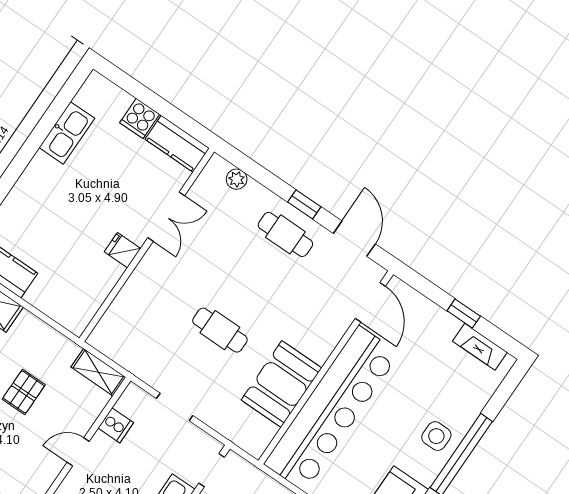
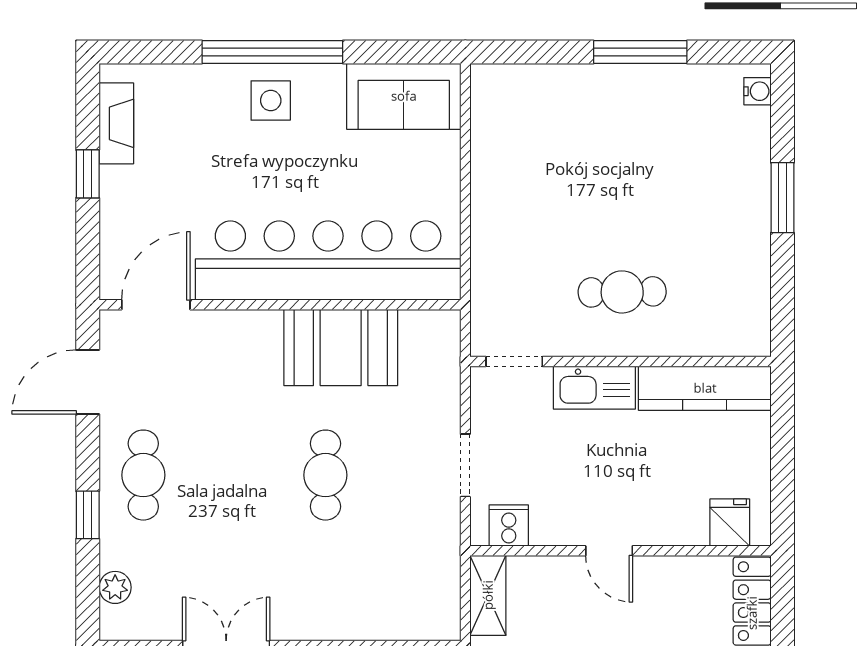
window: (304, 204) -> (88, 515), moved
cooker: (116, 425) -> (509, 526), moved

